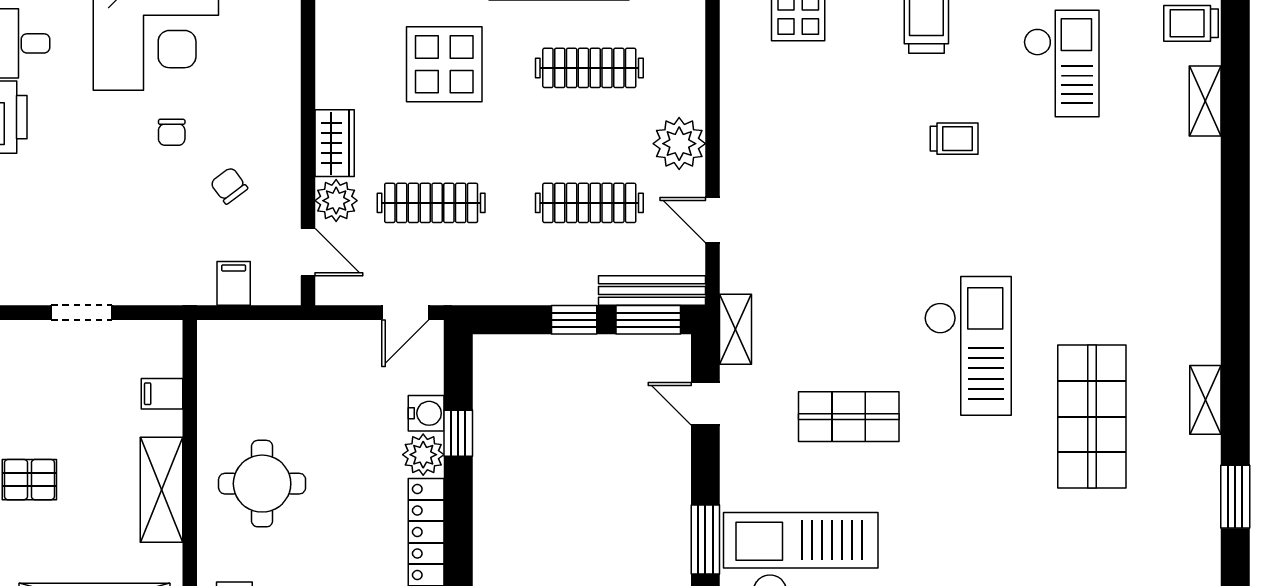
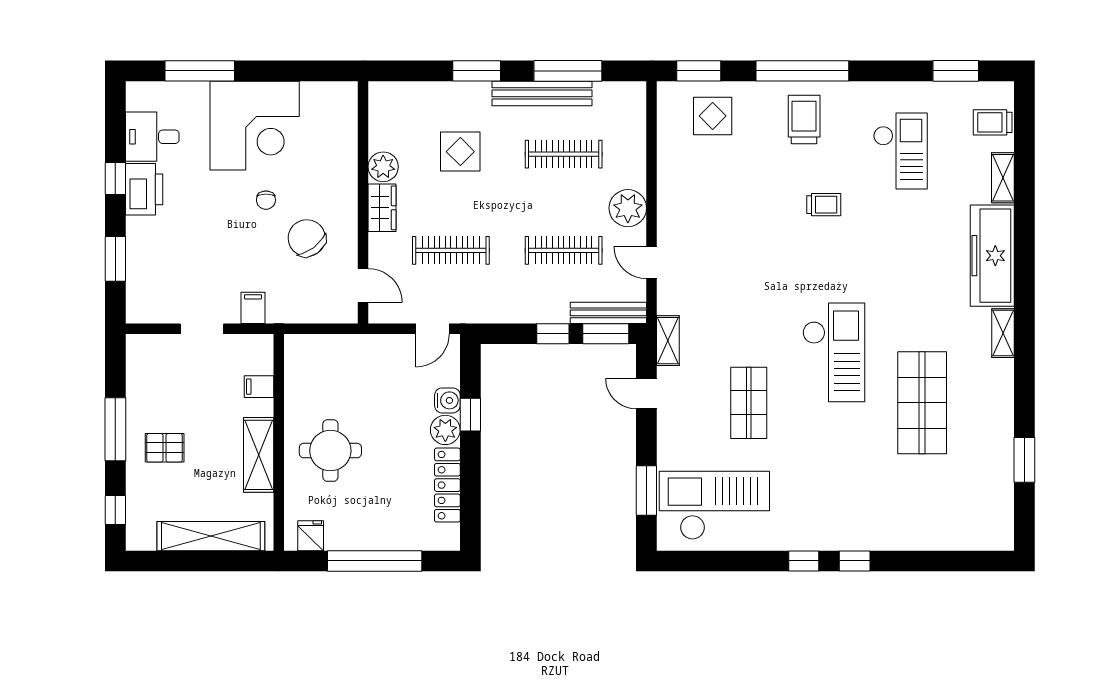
display table: (444, 64) -> (460, 152), width x0.73, depth x0.73
chair: (229, 186) -> (307, 238), width x1.87, depth x1.87
plant: (336, 201) -> (383, 167), moved
freezer: (1190, 210) -> (992, 256), added
filing cabinet: (234, 283) -> (253, 308), moved
shelving: (1205, 400) -> (1003, 333), moved
shop shelf: (849, 417) -> (749, 403), turned 90

